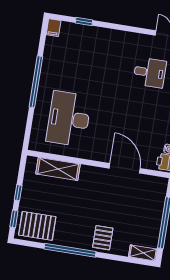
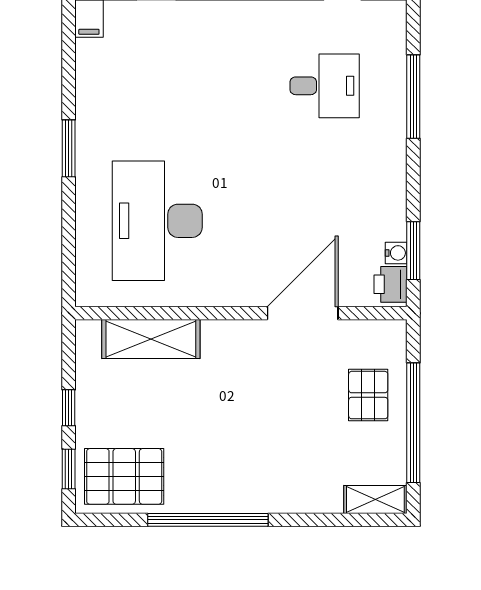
window: (36, 82) -> (69, 148), width x0.47
door: (125, 168) -> (303, 313), hinge flipped
pallet: (103, 238) -> (368, 395), moved

